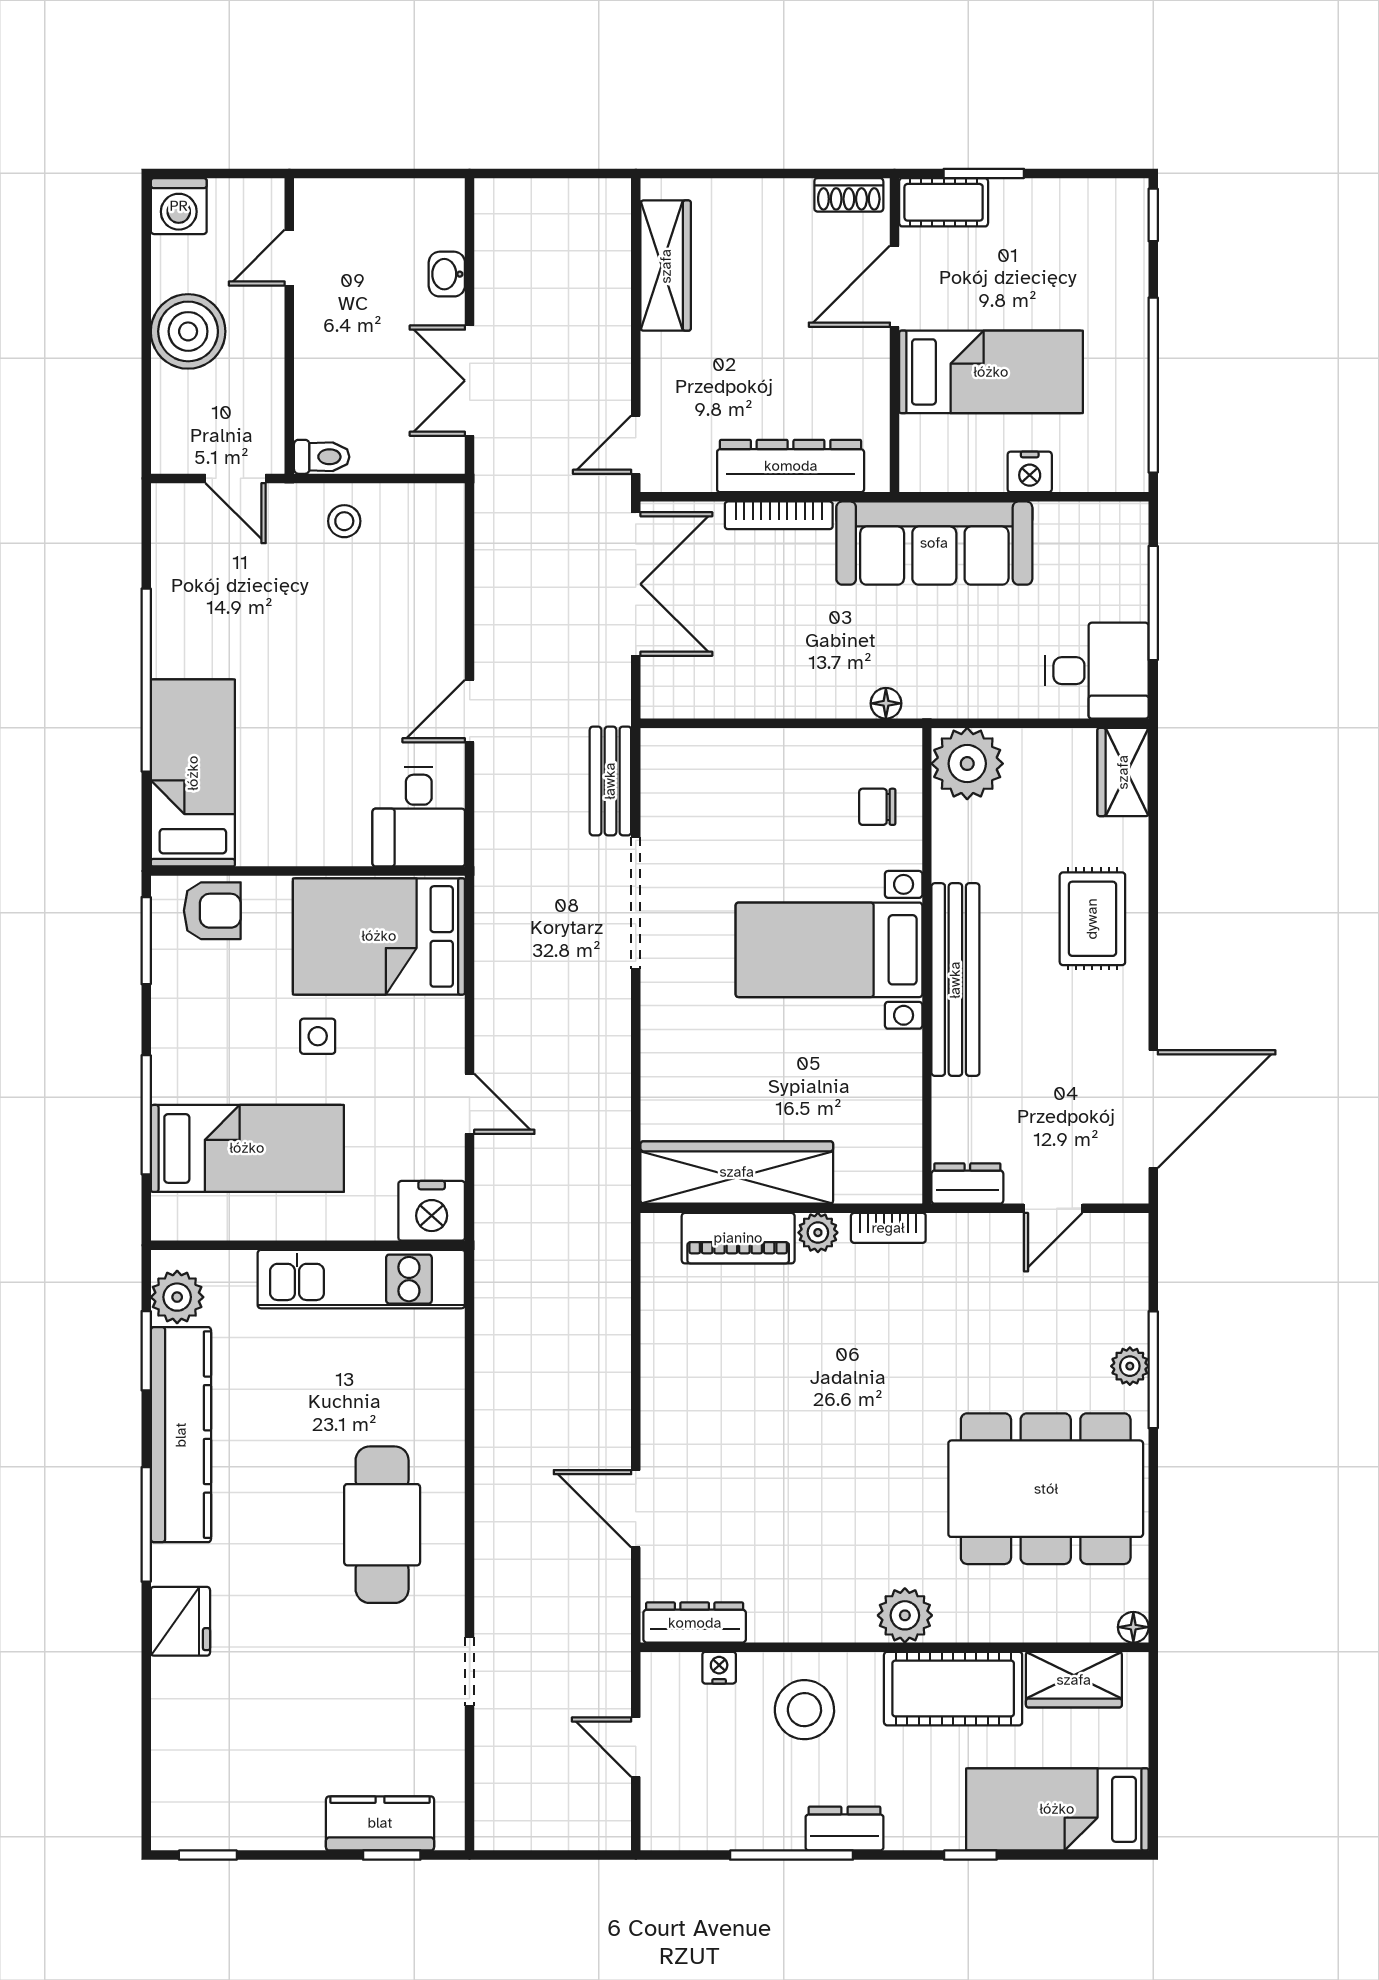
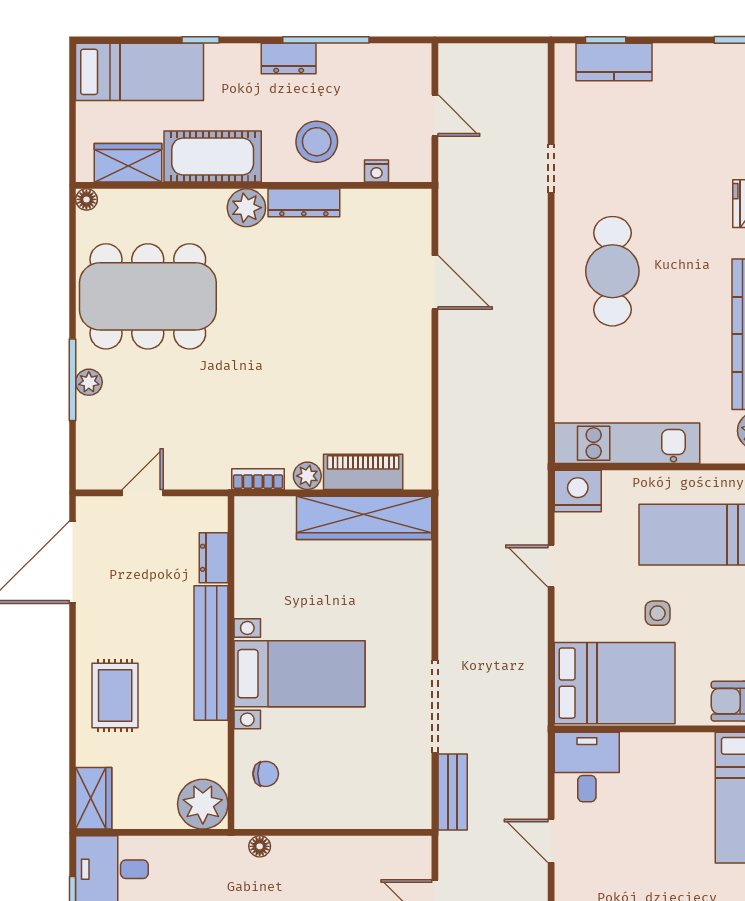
door: (470, 711) -> (551, 841), swing flipped
dresser: (967, 1183) -> (214, 558), moved, turned 90
dresser: (695, 1623) -> (304, 203), moved

